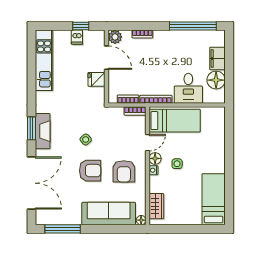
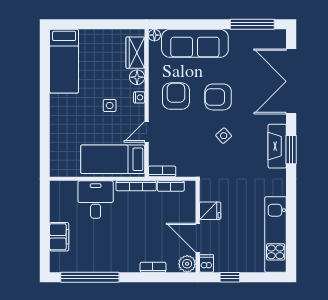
dishwasher: (77, 37) -> (207, 263), moved
floor lamp: (216, 80) -> (61, 210), removed
floor lamp: (155, 158) -> (137, 77), moved

